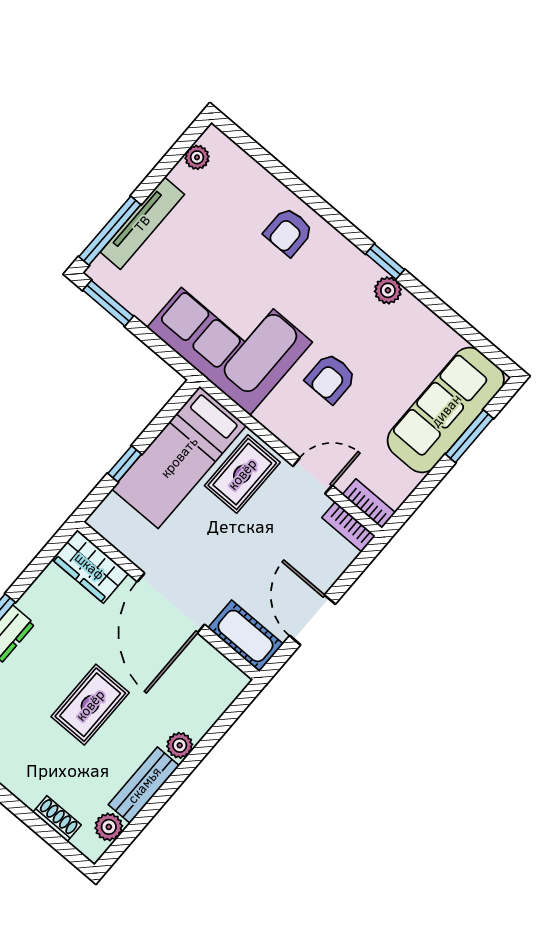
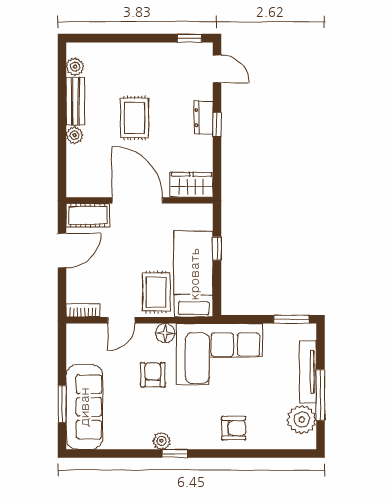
plant: (197, 157) -> (302, 420), width x1.88, depth x1.88
window: (110, 231) -> (320, 395), moved
armchair: (288, 232) -> (234, 428), turned 90
floor lamp: (273, 416) -> (165, 333), added
bookcase: (369, 504) -> (83, 330), removed
door: (312, 620) -> (62, 251), hinge flipped
shoe rack: (57, 819) -> (103, 49), removed

